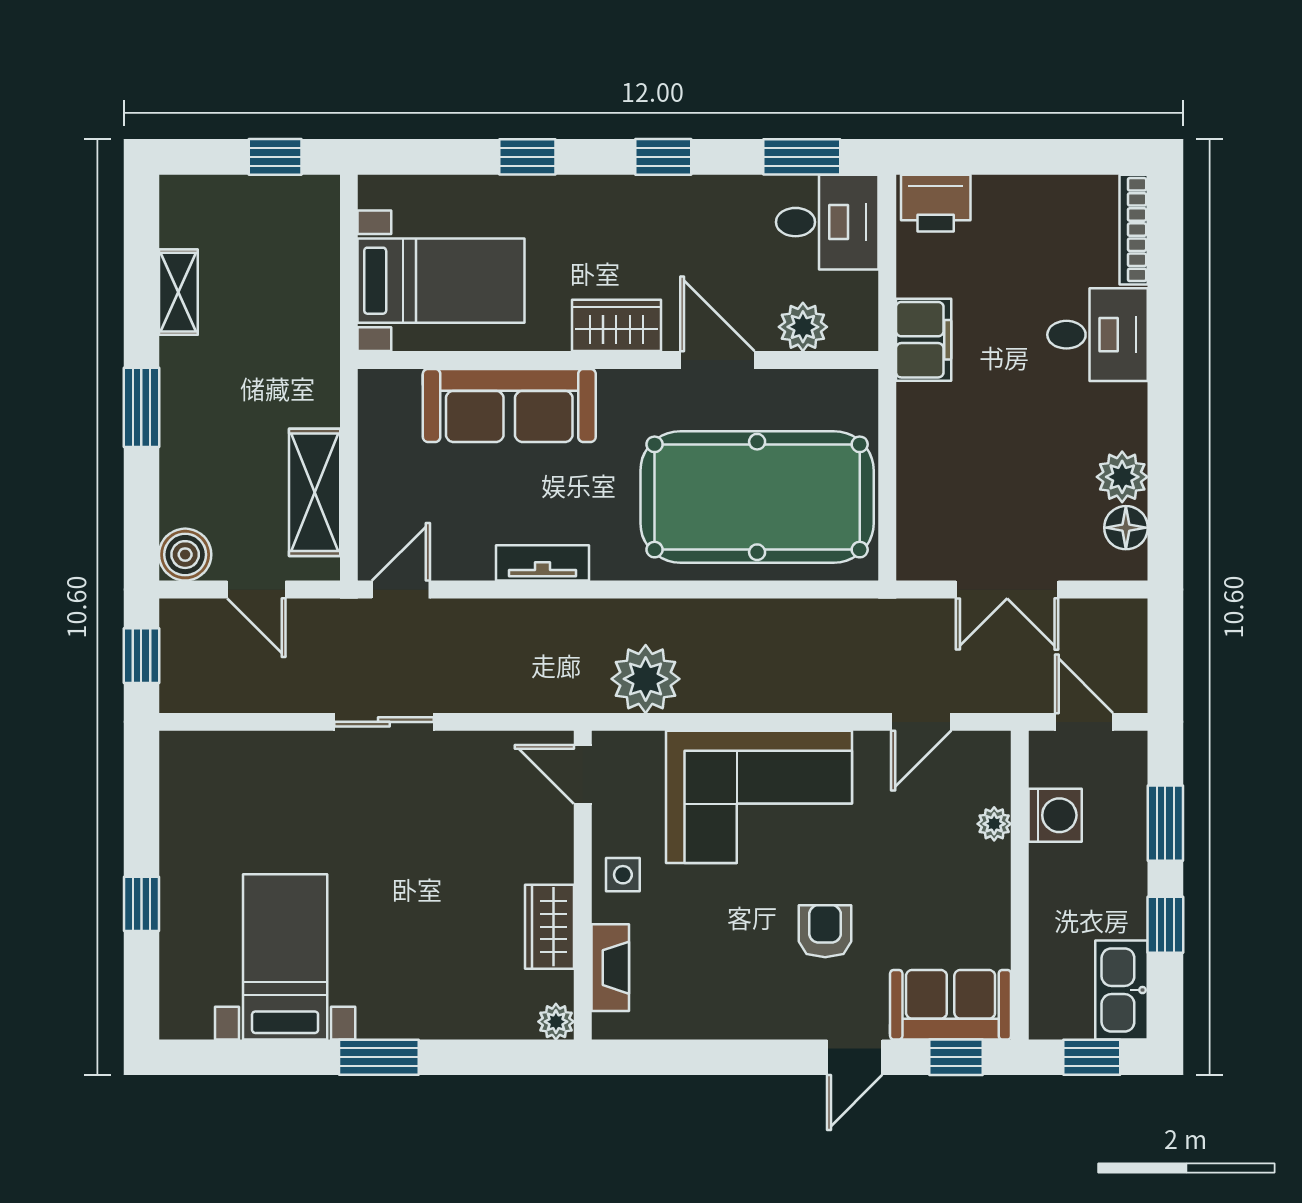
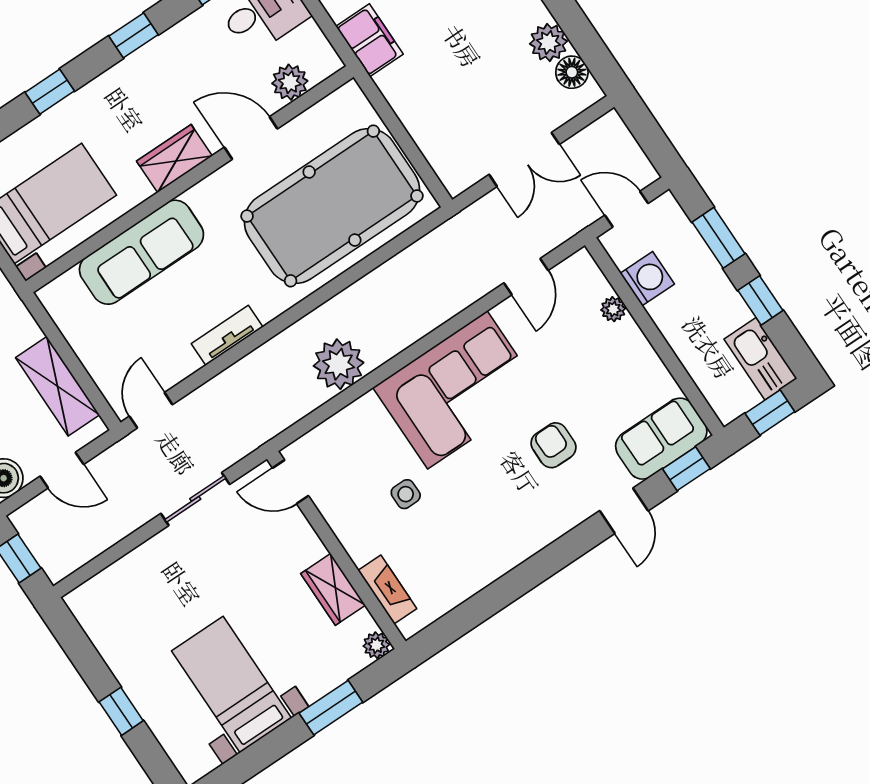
door: (583, 774) -> (291, 482), moved
wall: (583, 885) -> (336, 550), moved
wardrobe: (550, 927) -> (333, 589), moved
fireplace: (610, 968) -> (387, 590), moved
plant: (556, 1022) -> (376, 645), moved

